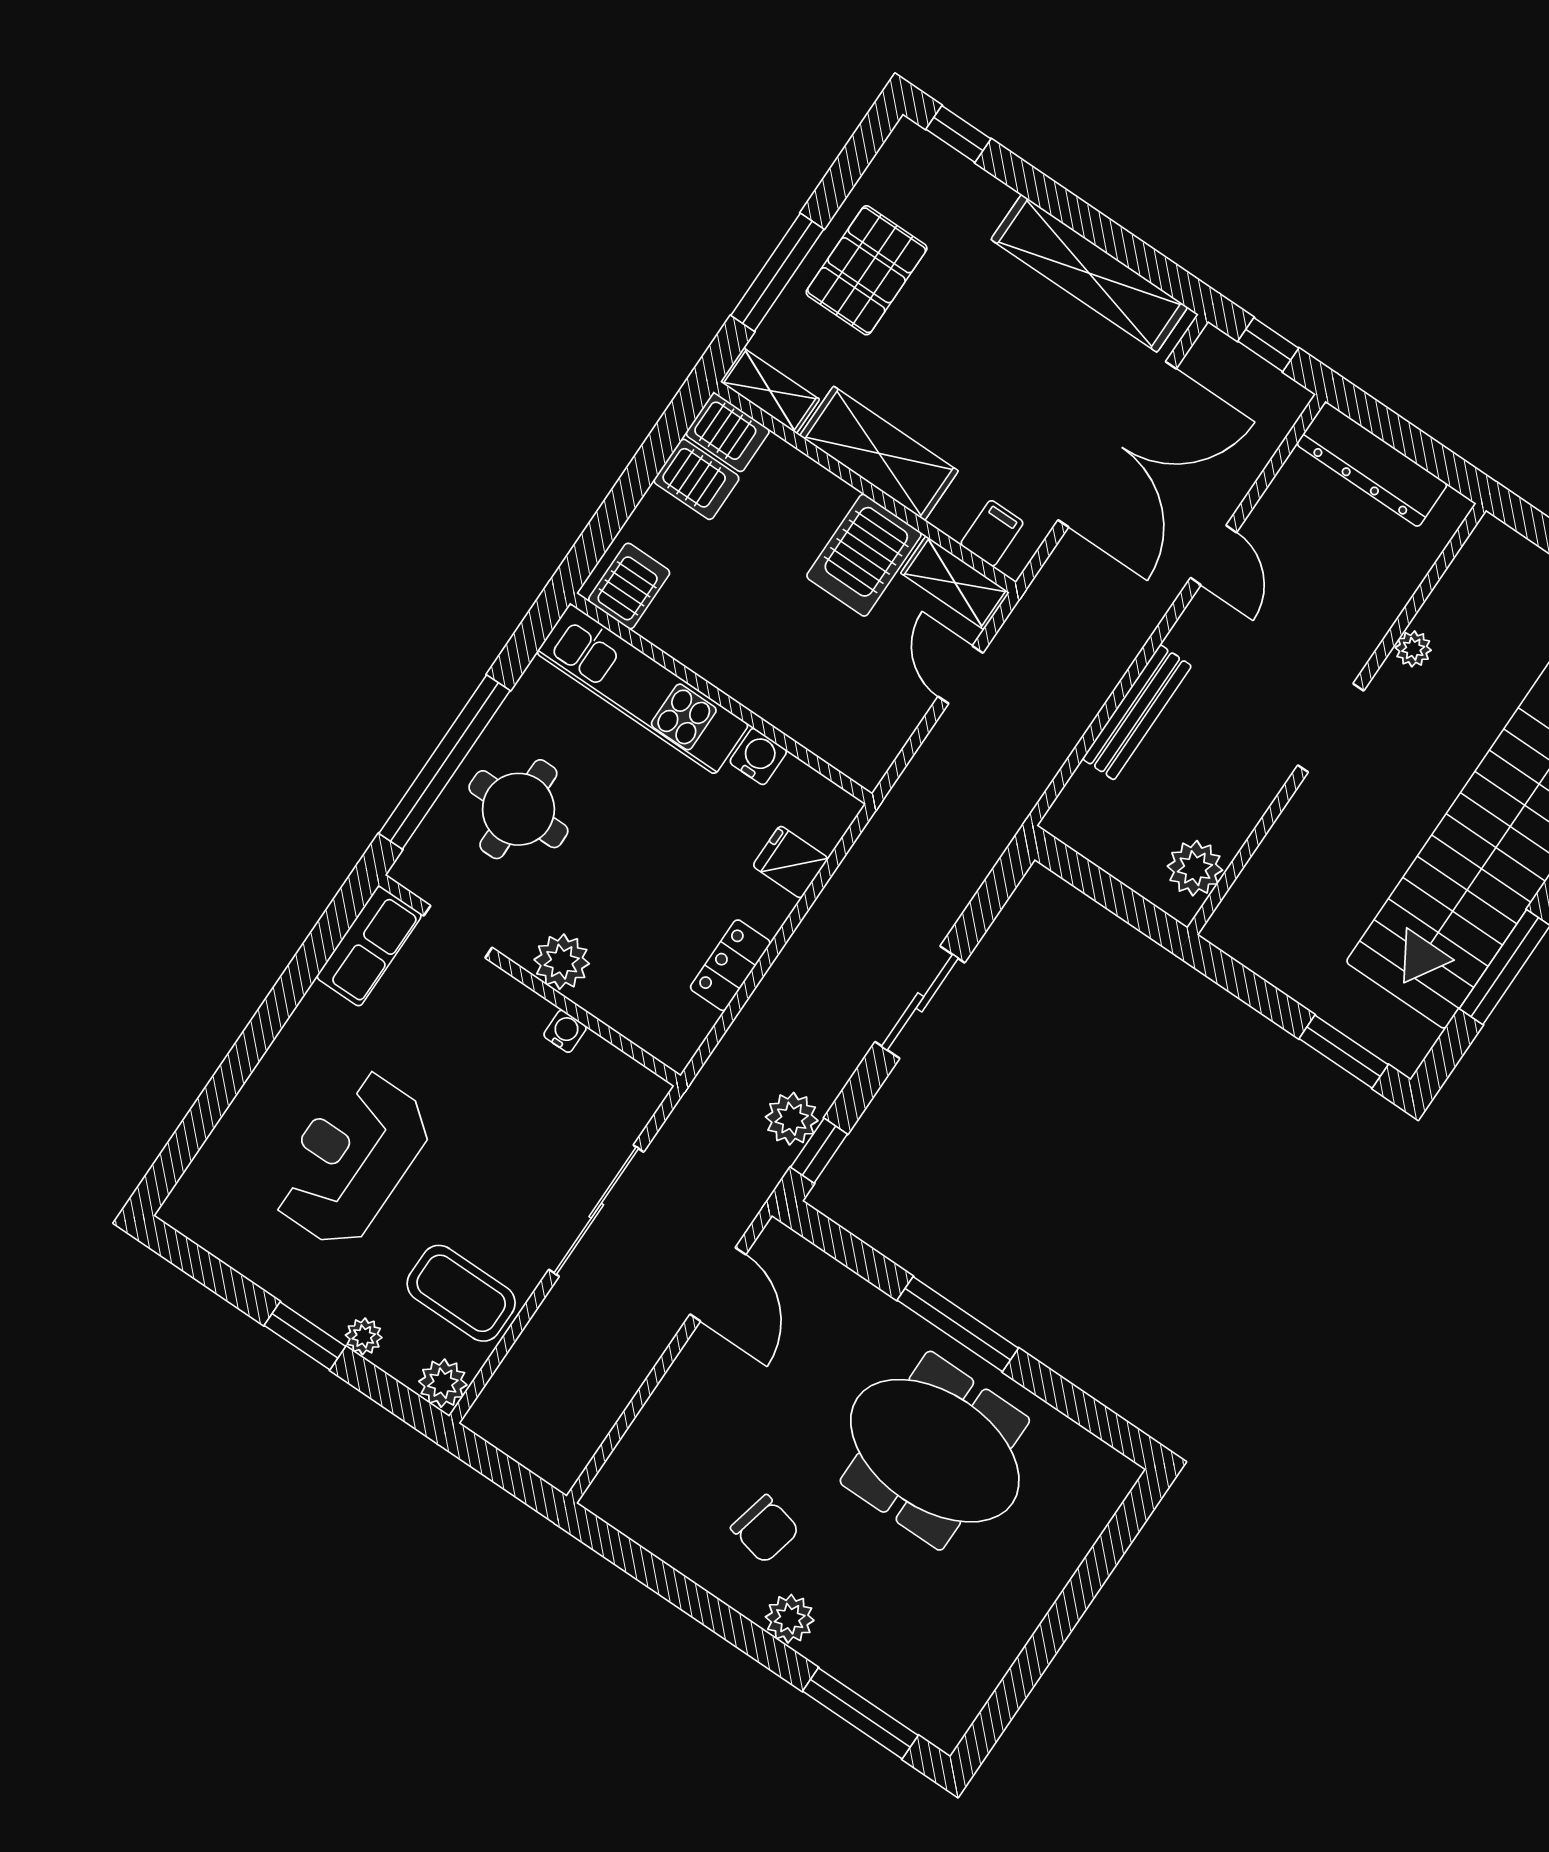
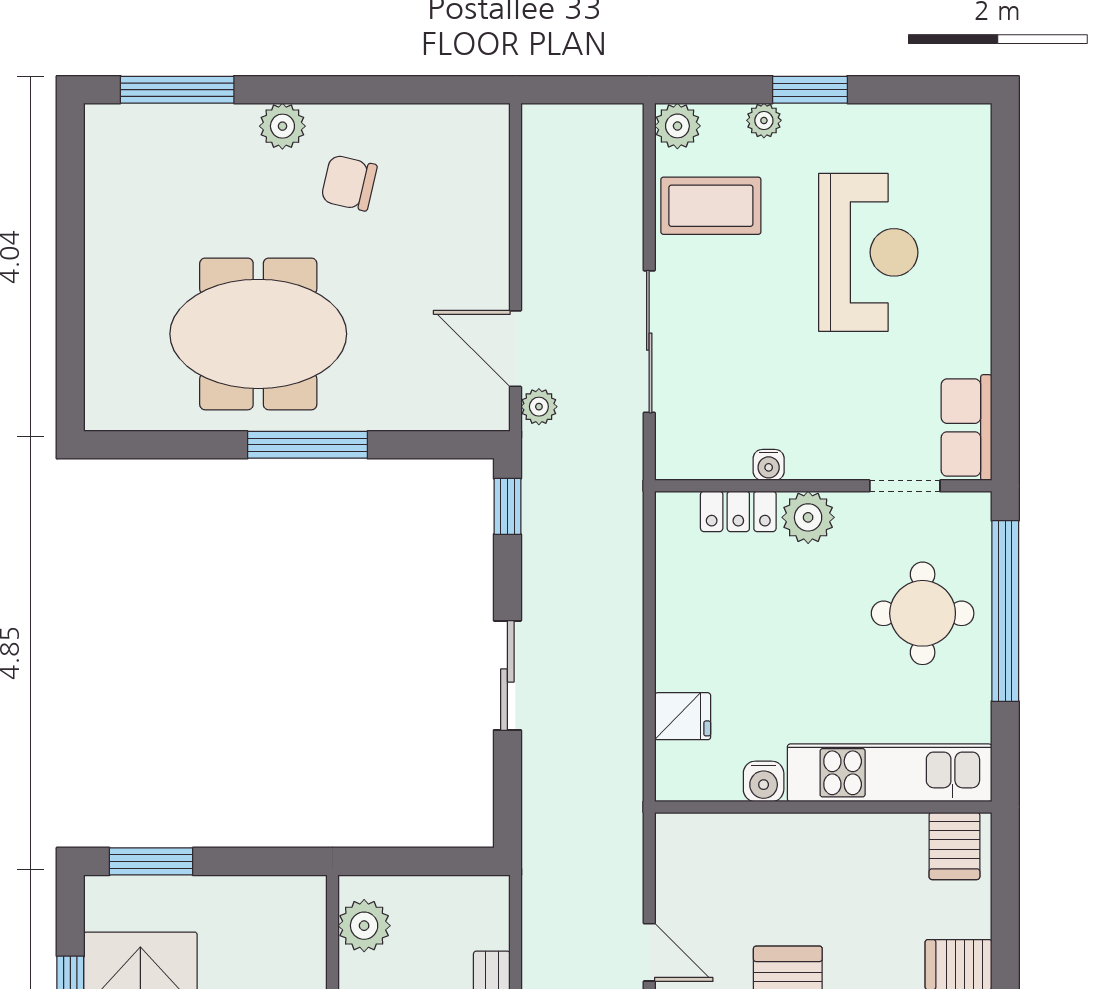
locker: (730, 965) -> (738, 511), moved, turned 90
plant: (792, 1119) -> (539, 407), moved, width x0.73, depth x0.73

